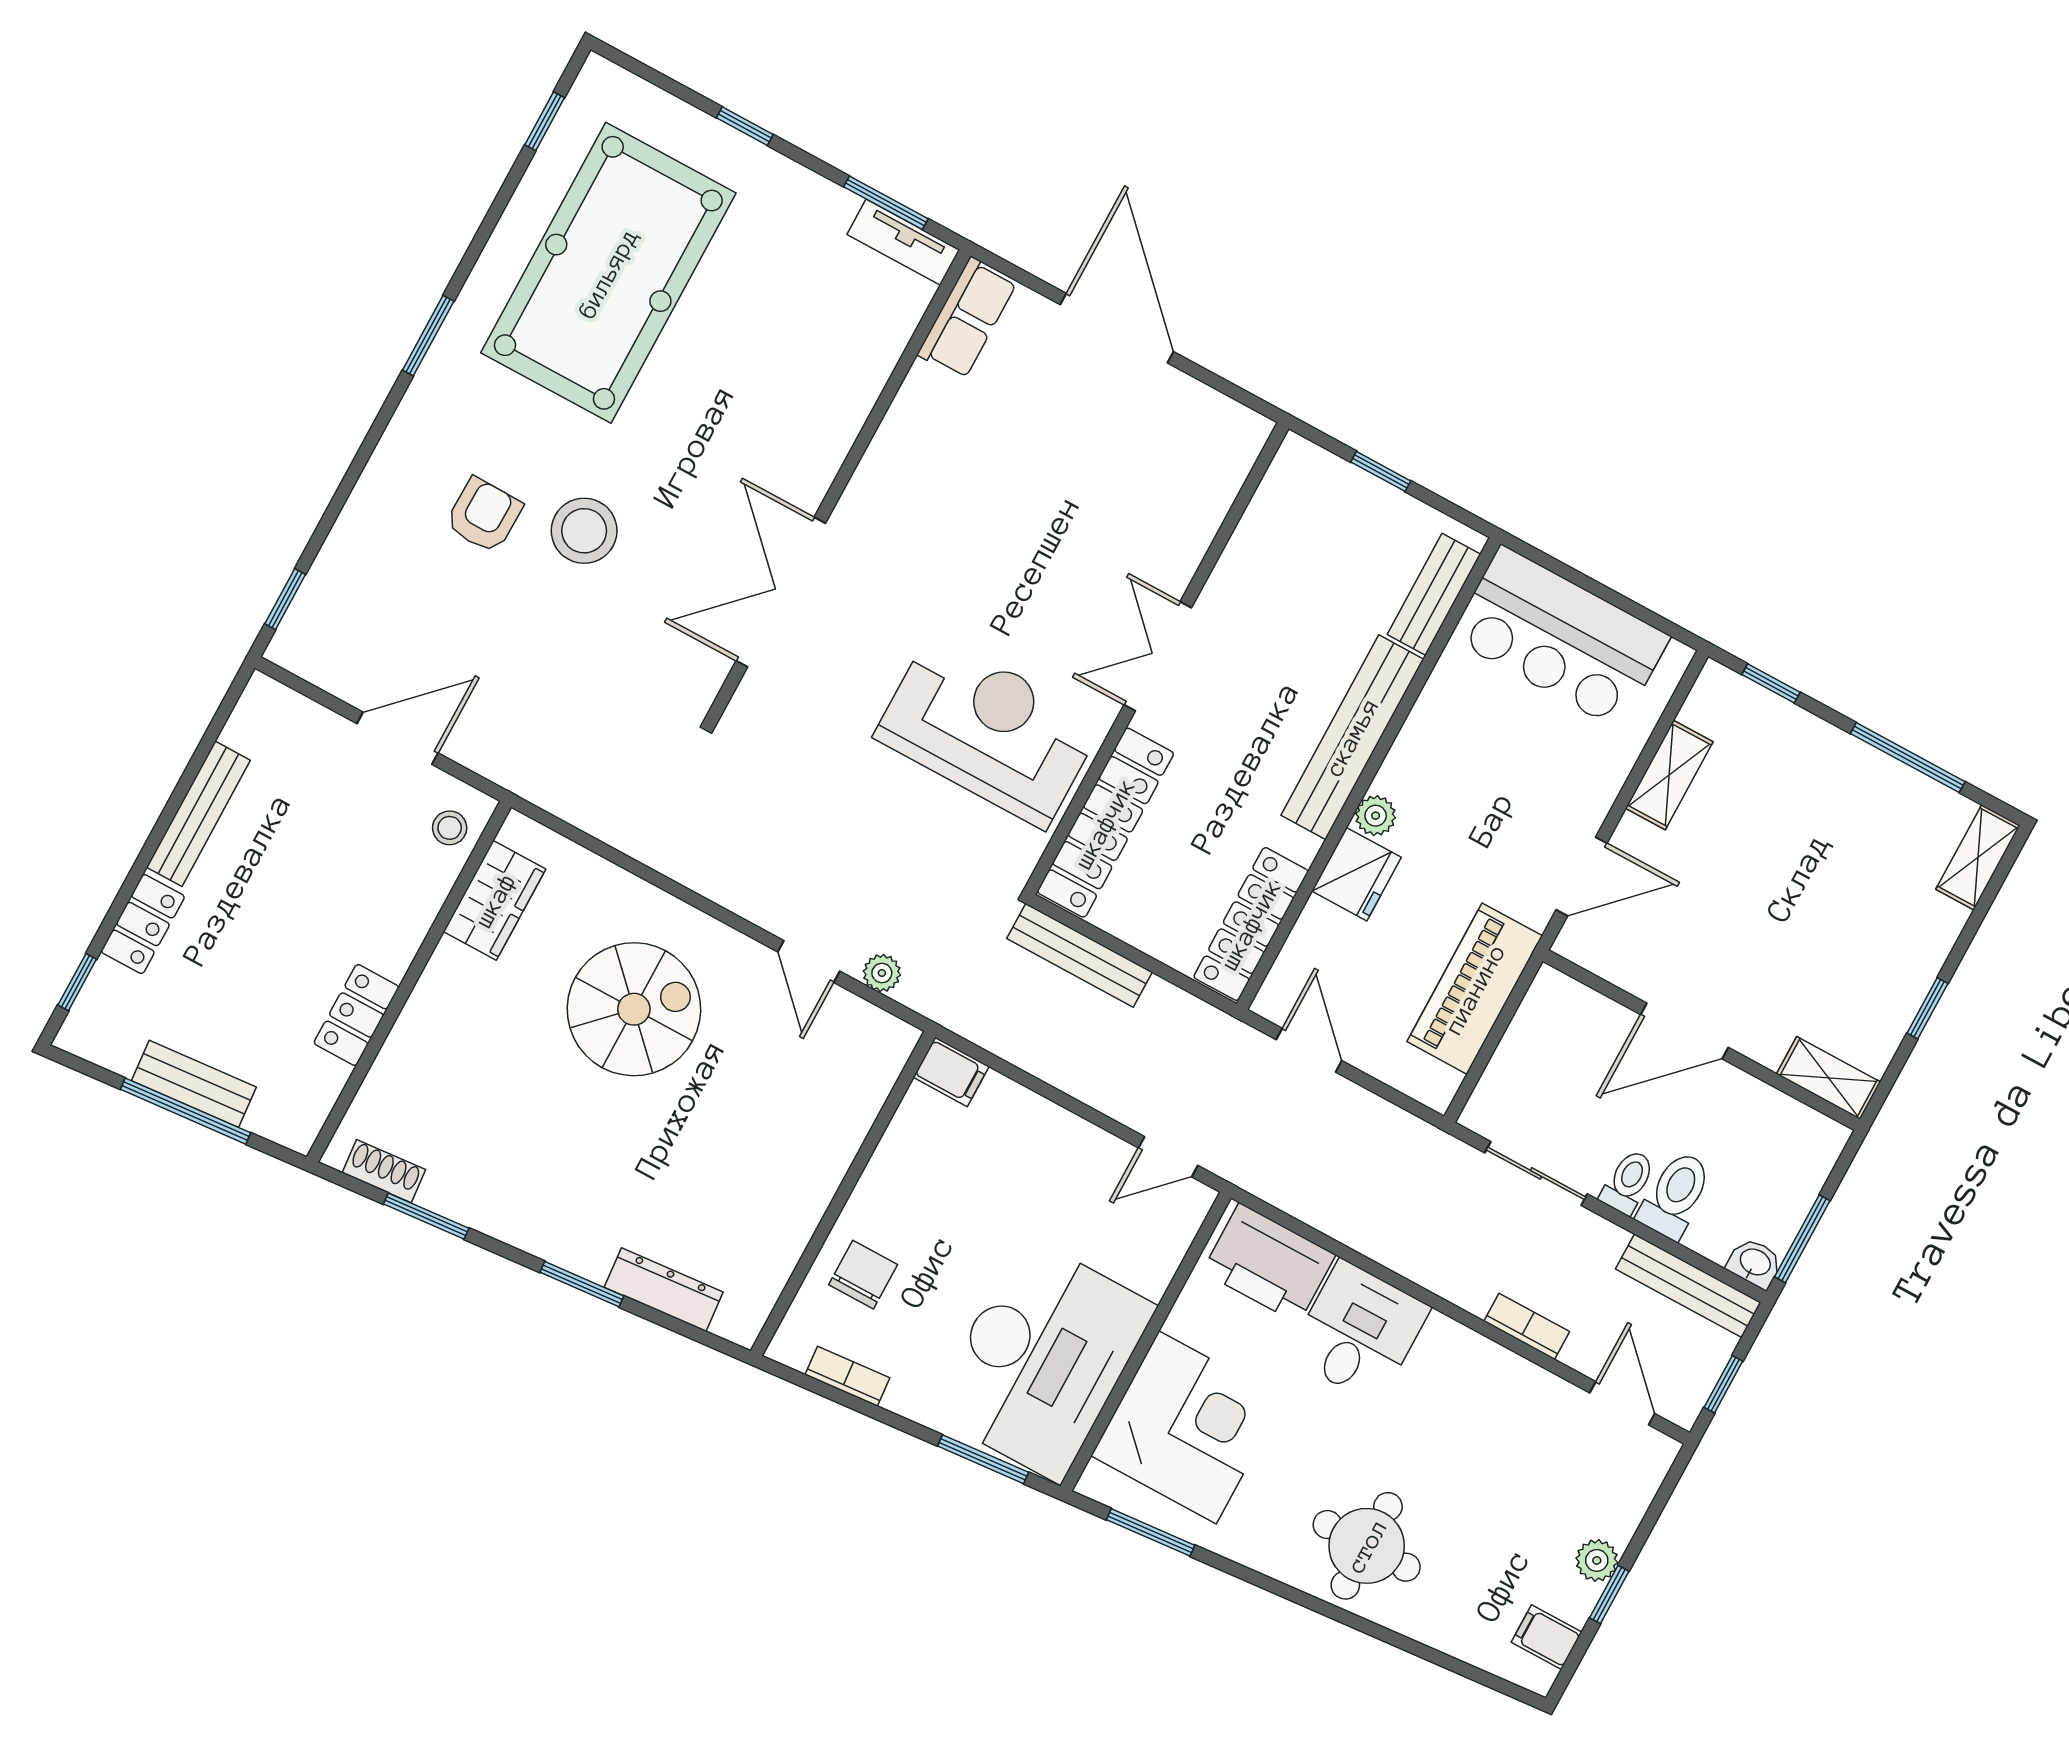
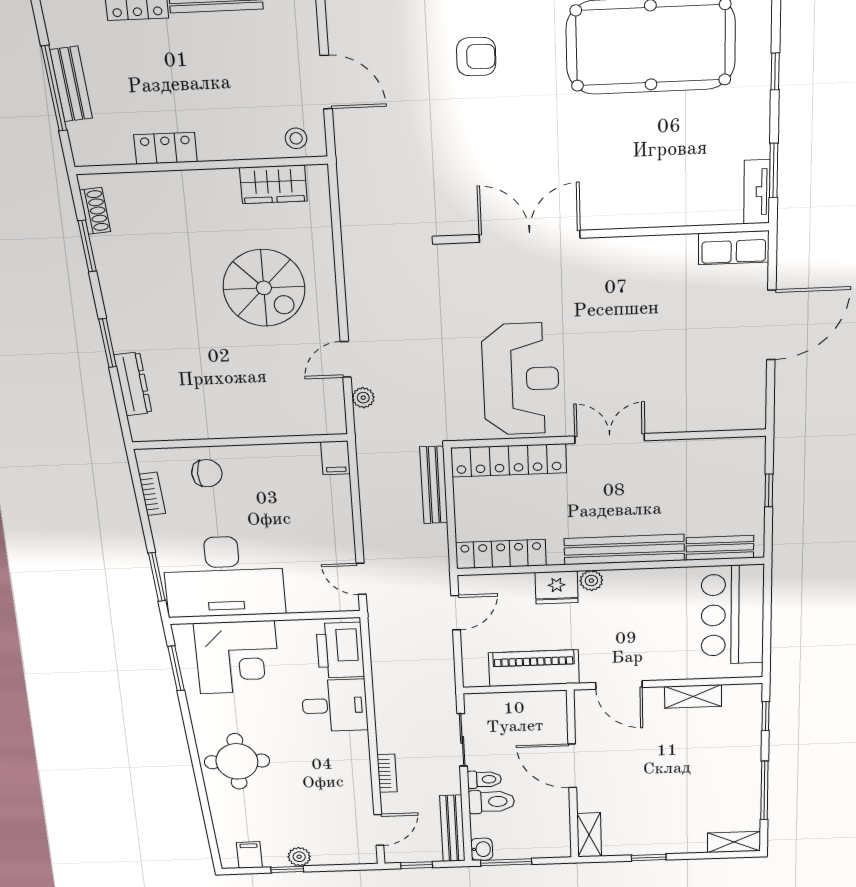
stool: (584, 531) -> (500, 115), removed

